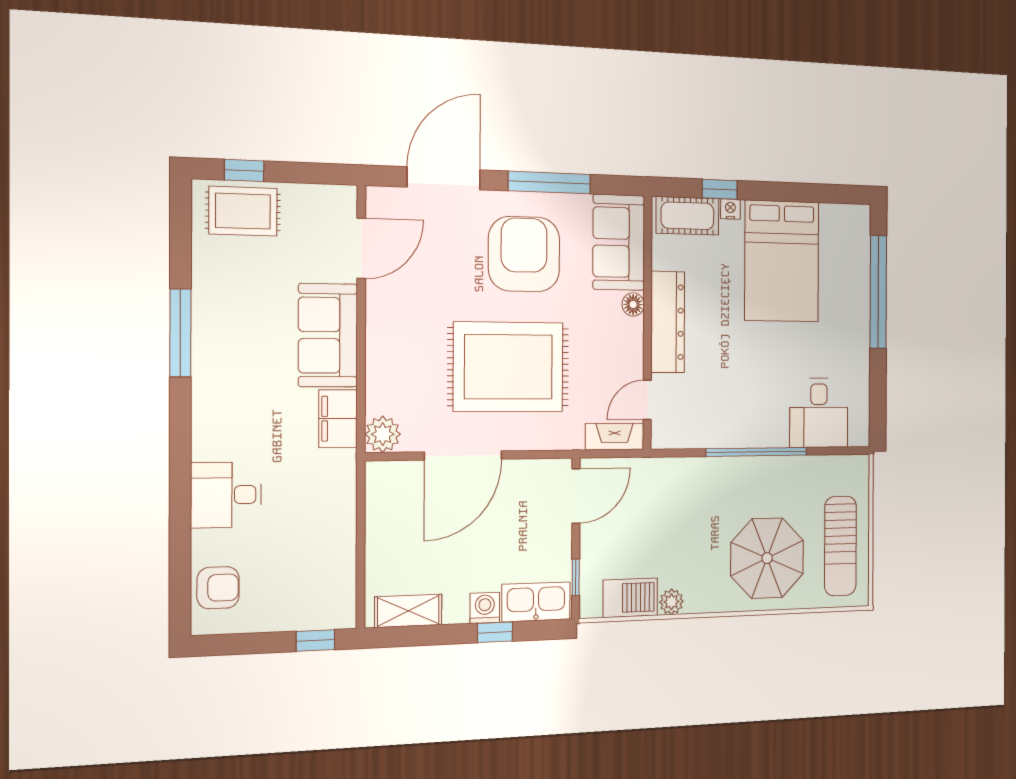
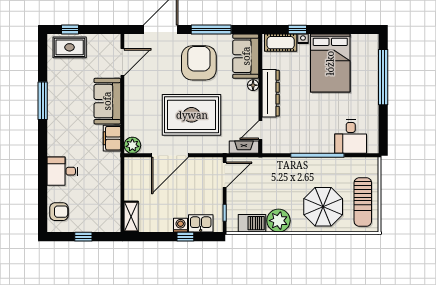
kitchen sink: (536, 602) -> (201, 223), width x0.73
plant: (671, 602) -> (278, 221), width x1.87, depth x1.87
shelving: (408, 611) -> (131, 217), moved, turned 90
window: (315, 640) -> (83, 237), moved

